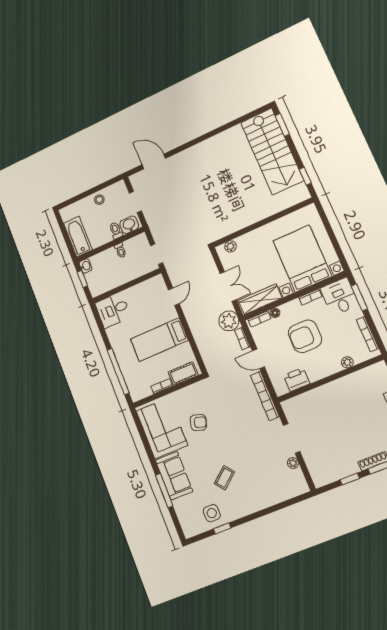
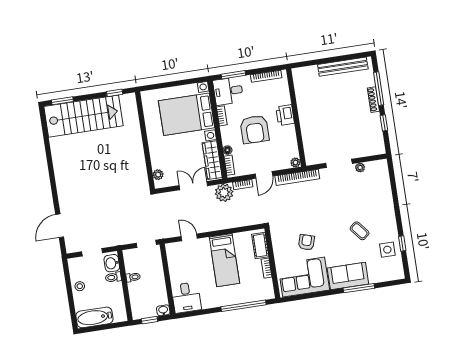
bathtub: (78, 237) -> (94, 317), moved
washbasin: (86, 266) -> (163, 310), moved
plant: (347, 362) -> (295, 162), moved
printer: (297, 379) -> (285, 115), moved

